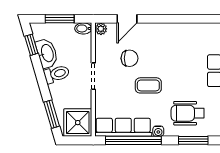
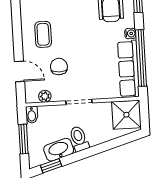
plant: (101, 29) -> (45, 96), moved
coffee table: (148, 85) -> (43, 34), moved
window: (52, 114) -> (119, 141), removed

